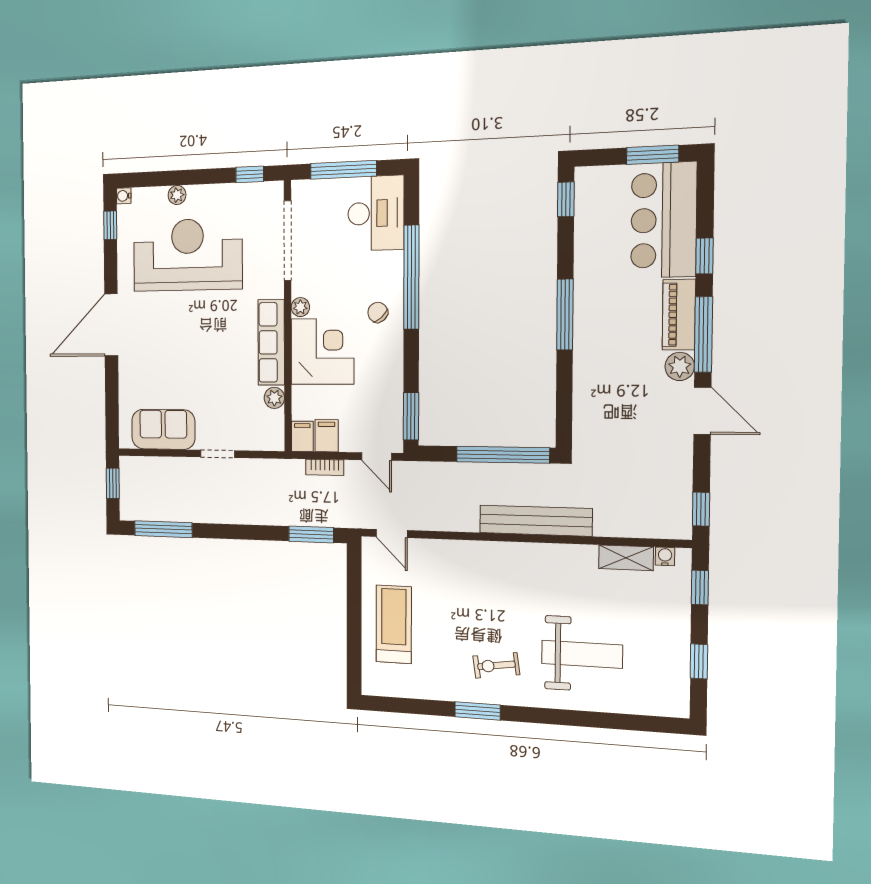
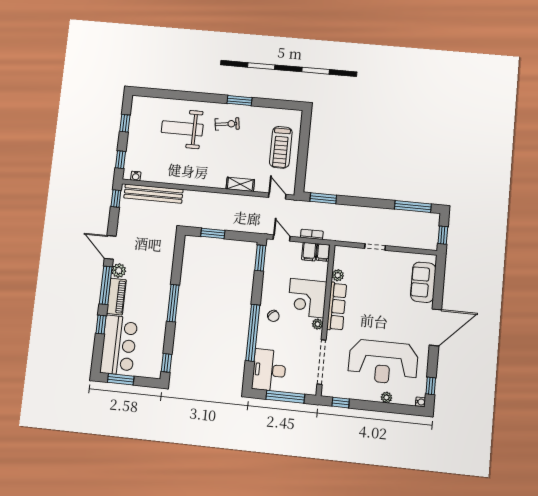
sofa: (163, 429) -> (423, 282), moved, turned 90
window: (503, 455) -> (213, 233), width x0.47
bench: (536, 521) -> (153, 194), moved
shelving: (626, 558) -> (240, 184), moved

